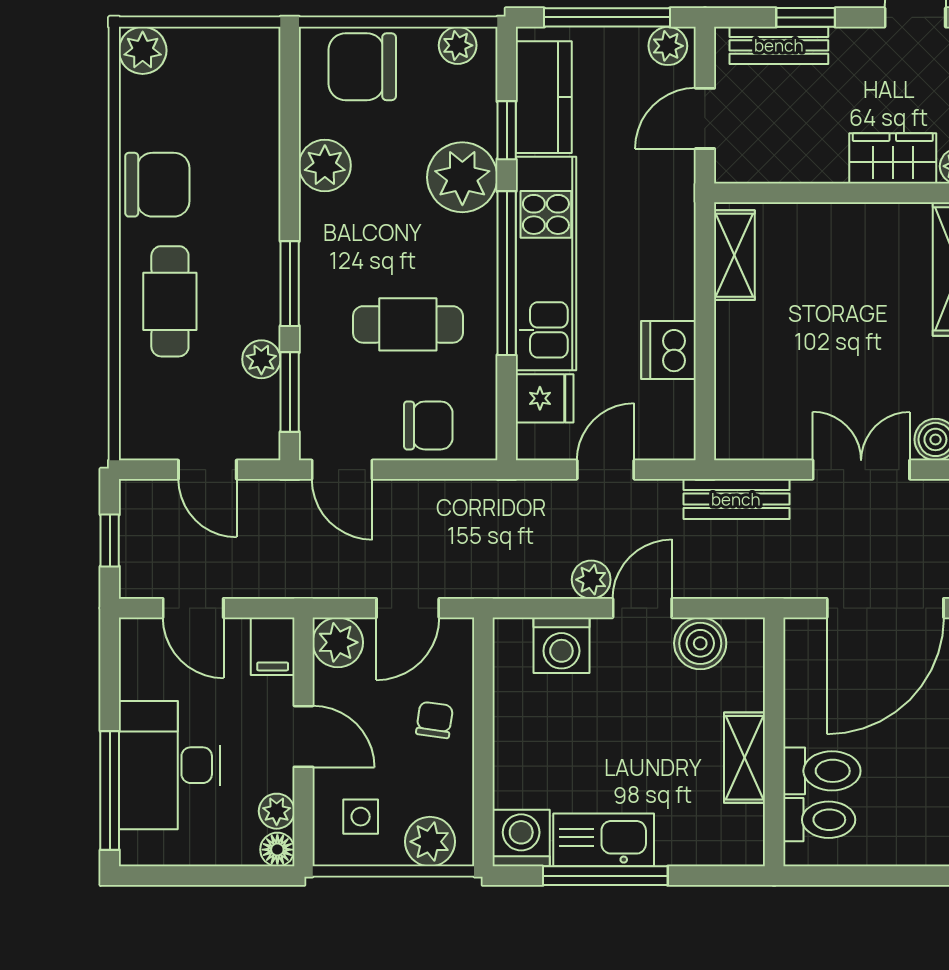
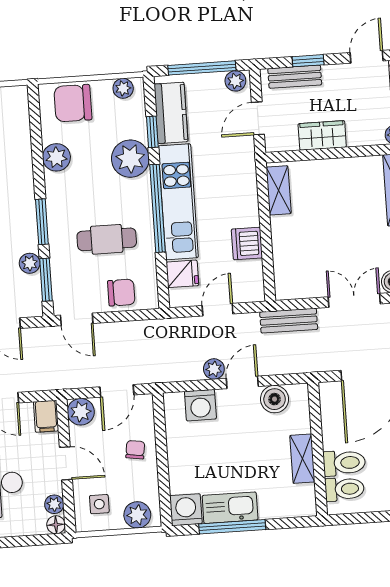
wardrobe: (893, 158) -> (322, 135), moved

